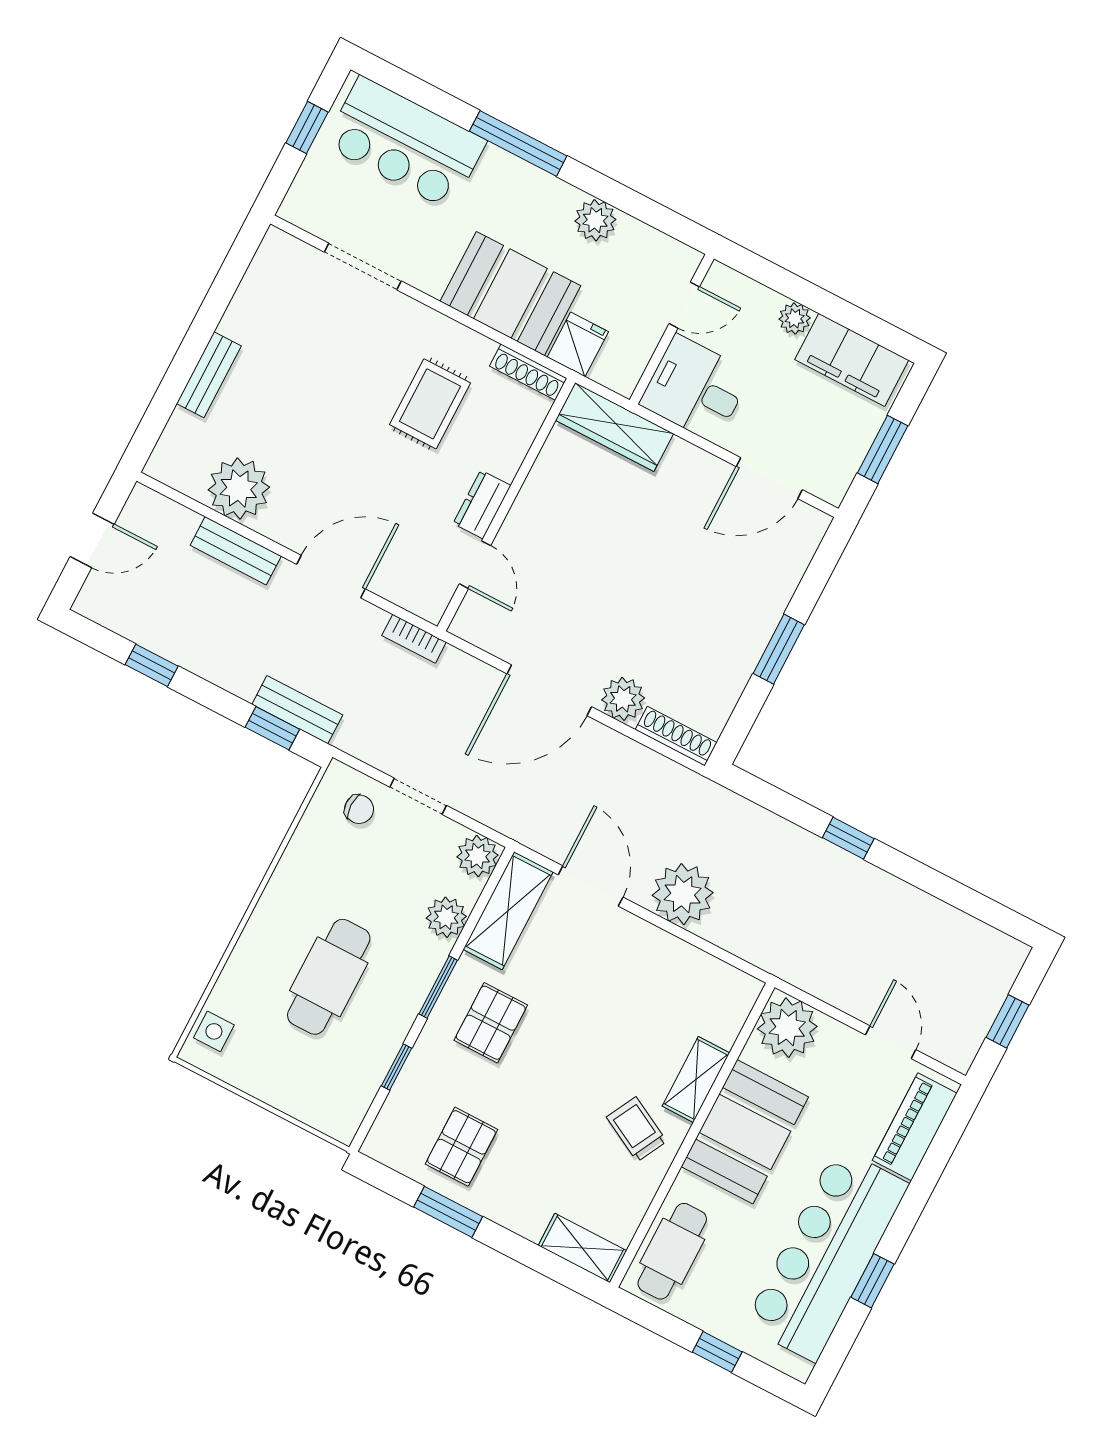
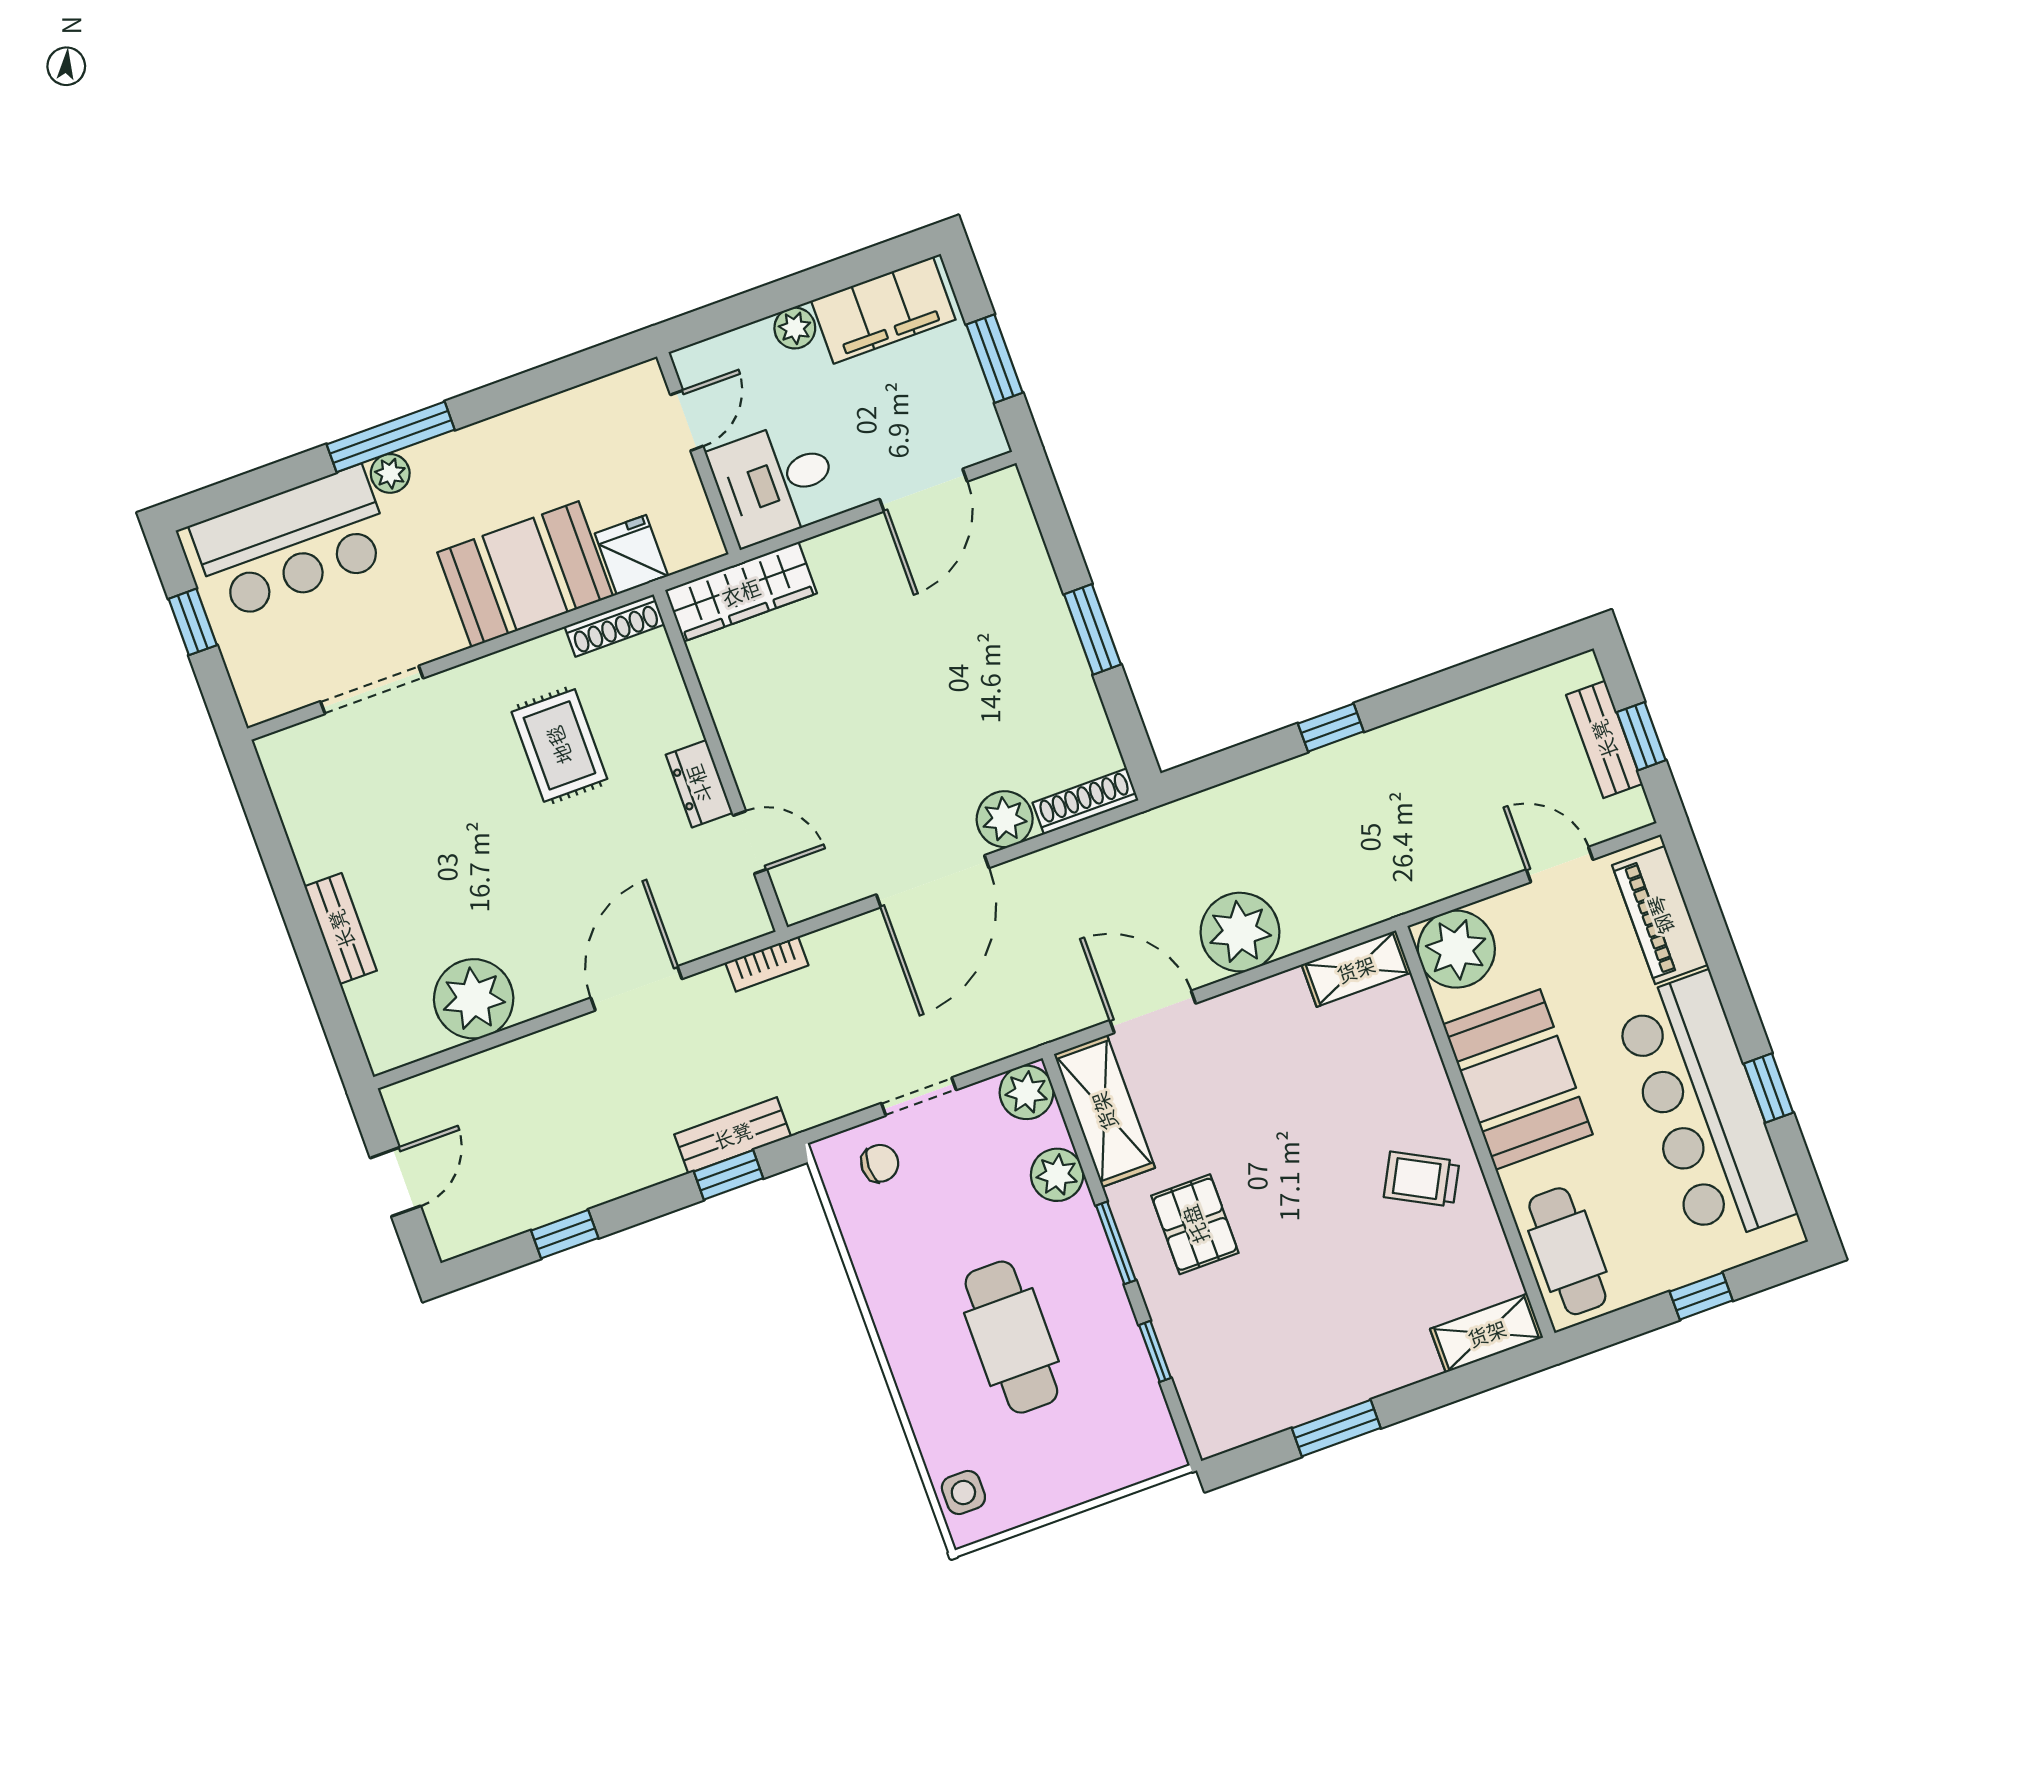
plant: (595, 220) -> (390, 473), moved, width x0.73, depth x0.73
bench: (236, 551) -> (1604, 739), moved, turned 90
shelving: (696, 1079) -> (1356, 969), moved, turned 90
pallet: (461, 1147) -> (1286, 1359), removed

